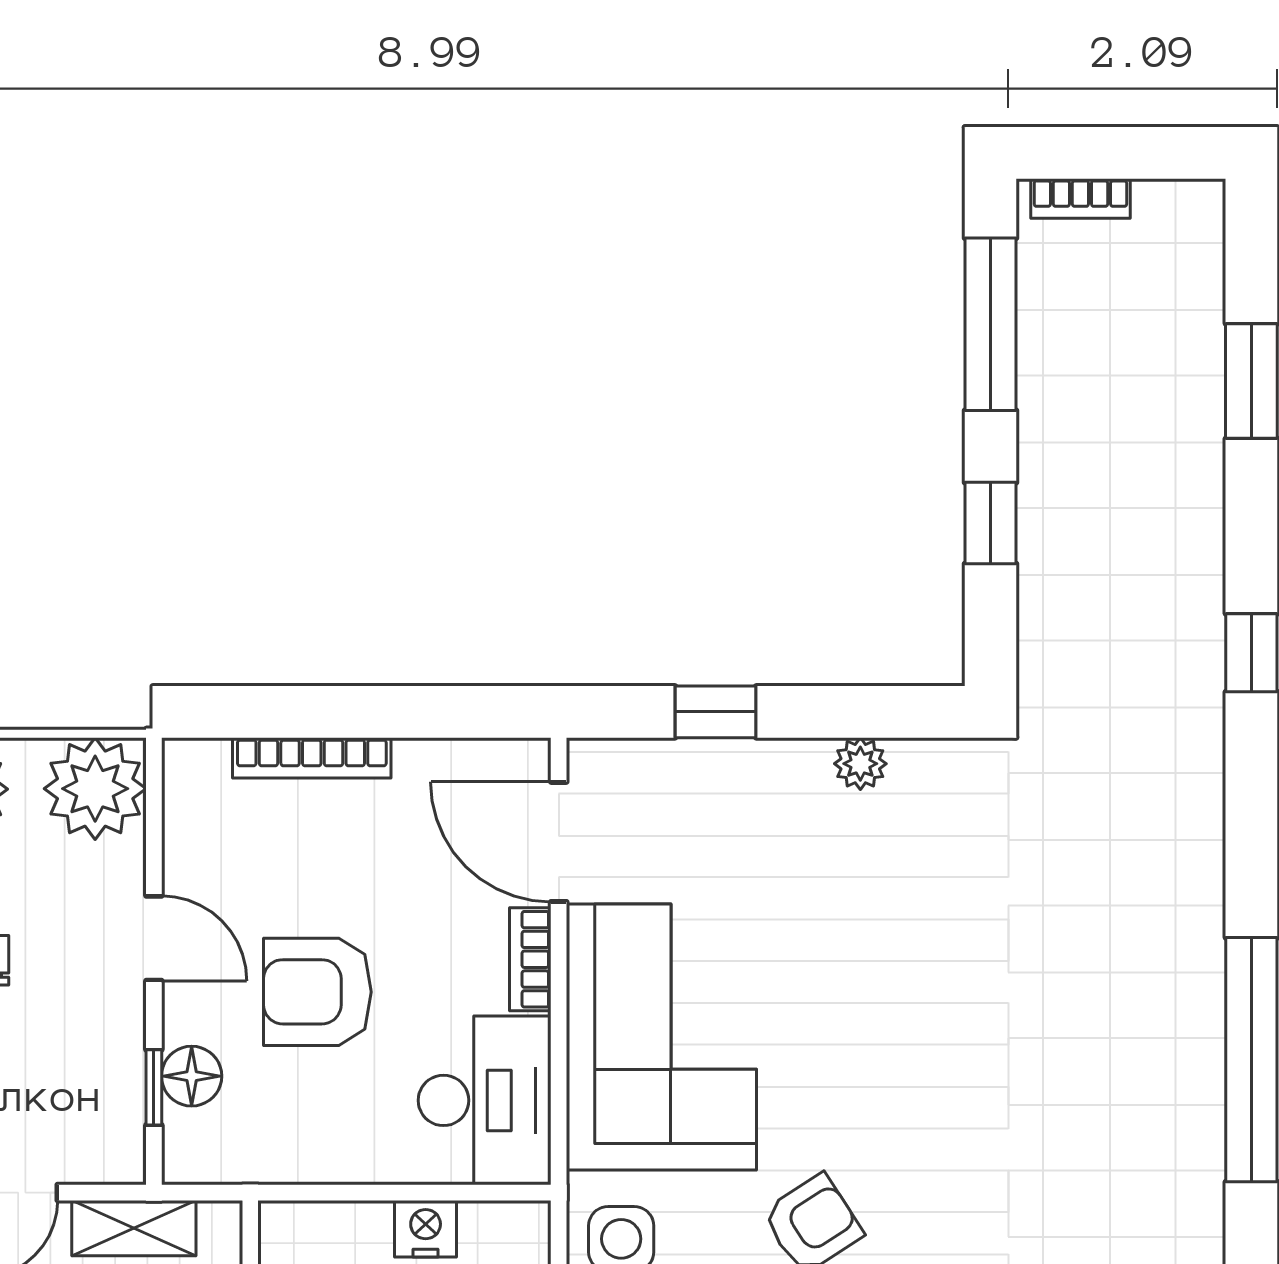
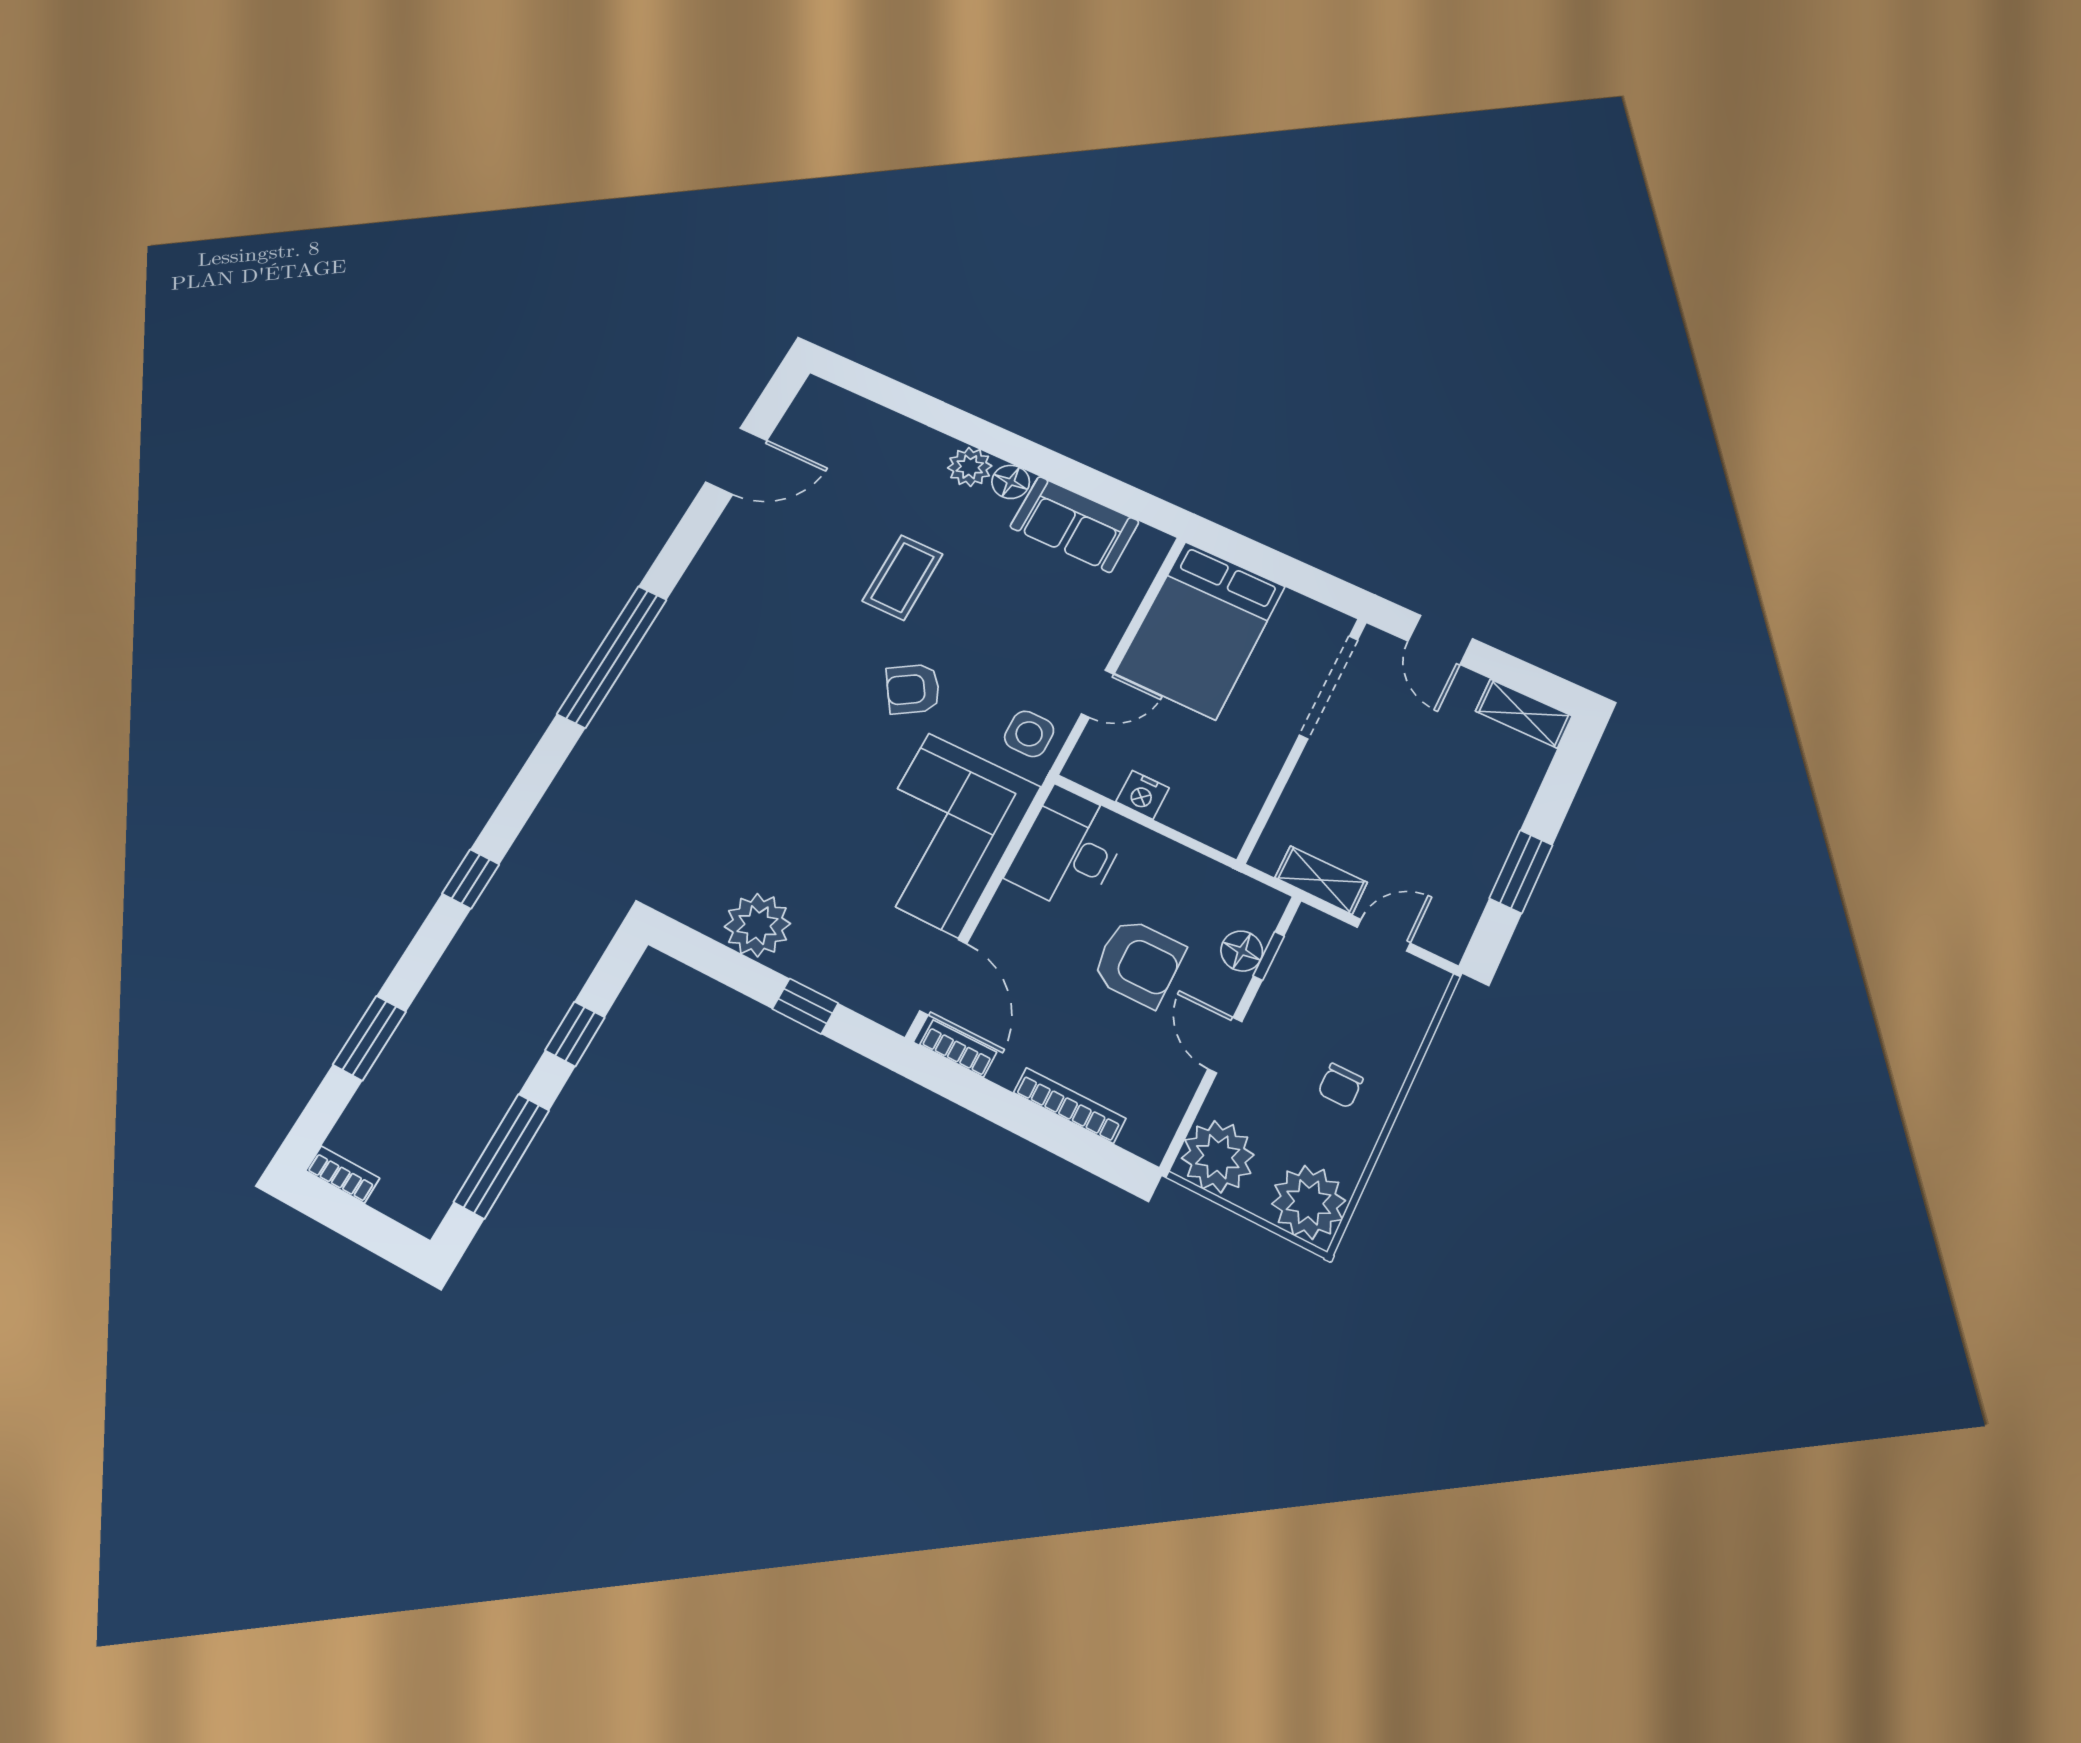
bookcase: (1080, 198) -> (343, 1174), moved
plant: (860, 764) -> (757, 925), width x1.88, depth x1.88
bookcase: (530, 959) -> (958, 1048), moved, turned -90

